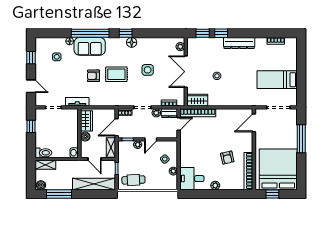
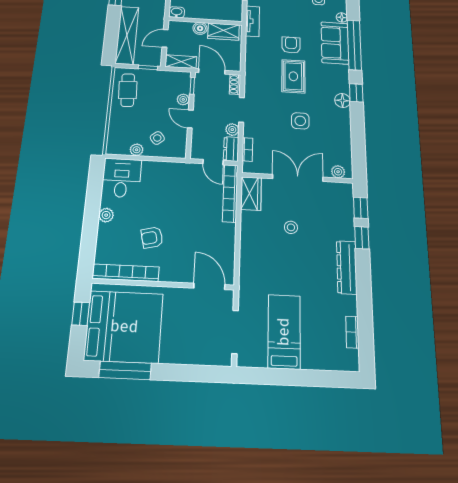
window: (301, 139) -> (125, 370), moved

